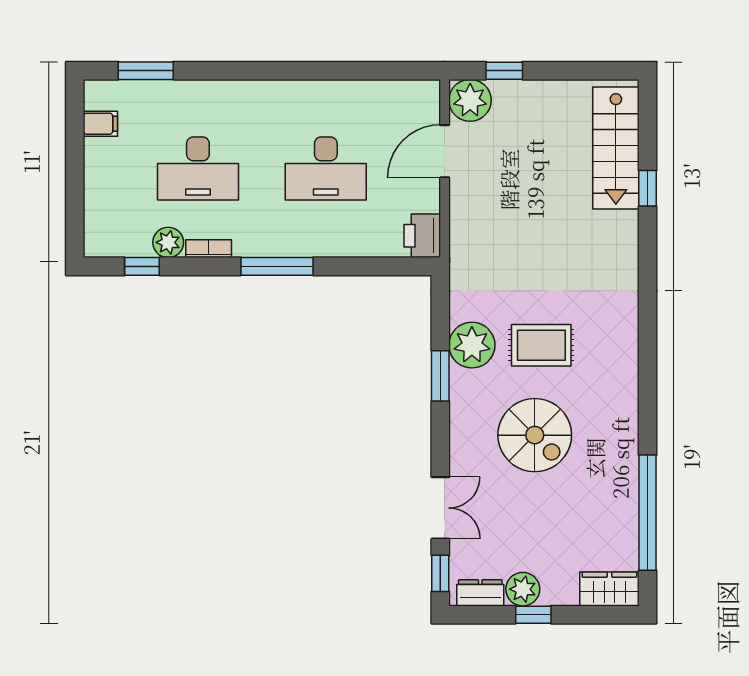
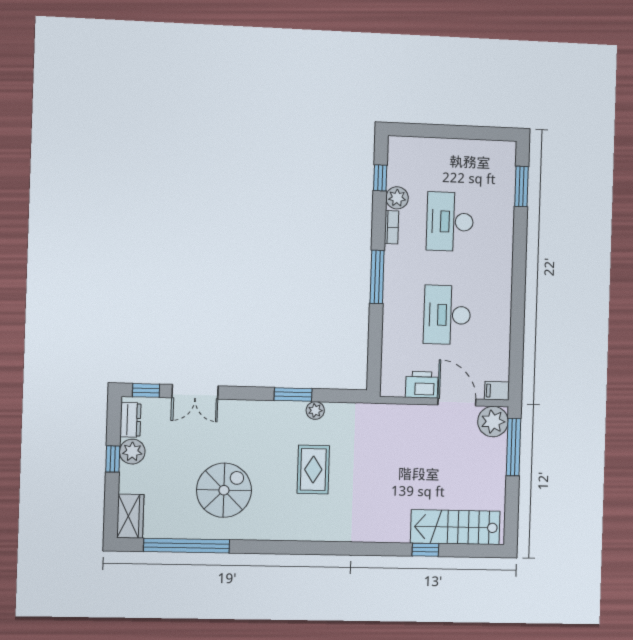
window: (504, 71) -> (514, 447), width x2.17
filing cabinet: (100, 124) -> (497, 391), moved, turned 90
printer: (422, 236) -> (422, 385), moved
plant: (472, 345) -> (315, 410), width x0.53, depth x0.53
spiral stairs: (535, 435) -> (224, 490), moved, turned 180

